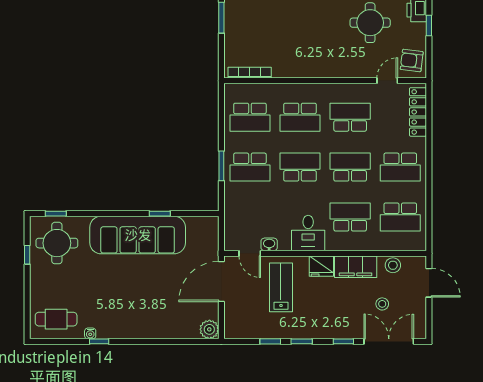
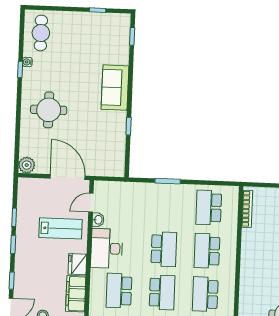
school desk: (350, 117) -> (205, 294), turned 180
school desk: (250, 167) -> (166, 206), removed
school desk: (350, 217) -> (119, 291), turned 180
desk: (308, 233) -> (107, 248), width x1.37
sofa: (138, 235) -> (115, 88), width x0.54, depth x0.79
round table: (57, 243) -> (49, 110), moved

